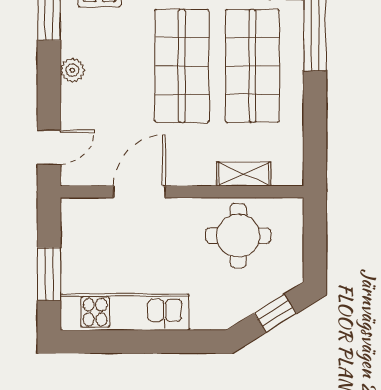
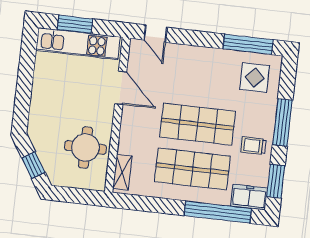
plant: (72, 70) -> (203, 54), removed
shelving: (244, 174) -> (122, 172), moved
kitchen unit: (125, 312) -> (78, 44), moved, turned 90

